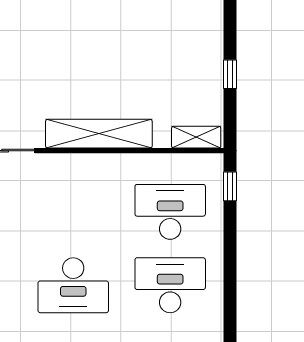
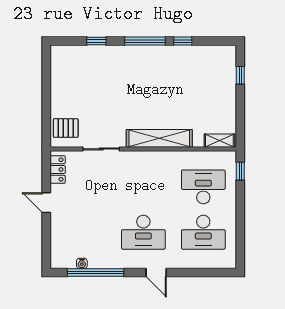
window: (230, 74) -> (240, 75), moved
desk: (170, 285) -> (203, 232), turned 180

